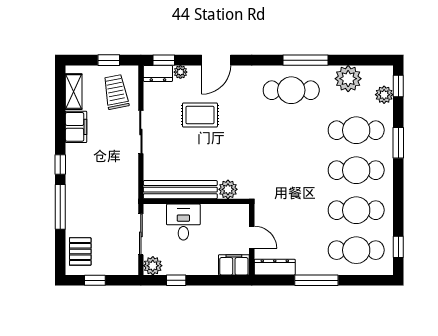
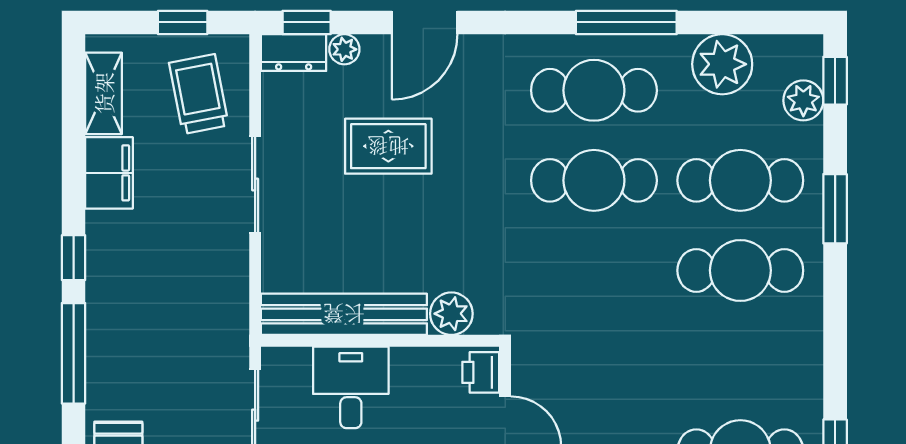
cafe table: (356, 210) -> (594, 180), moved
printer: (241, 215) -> (481, 372), added

